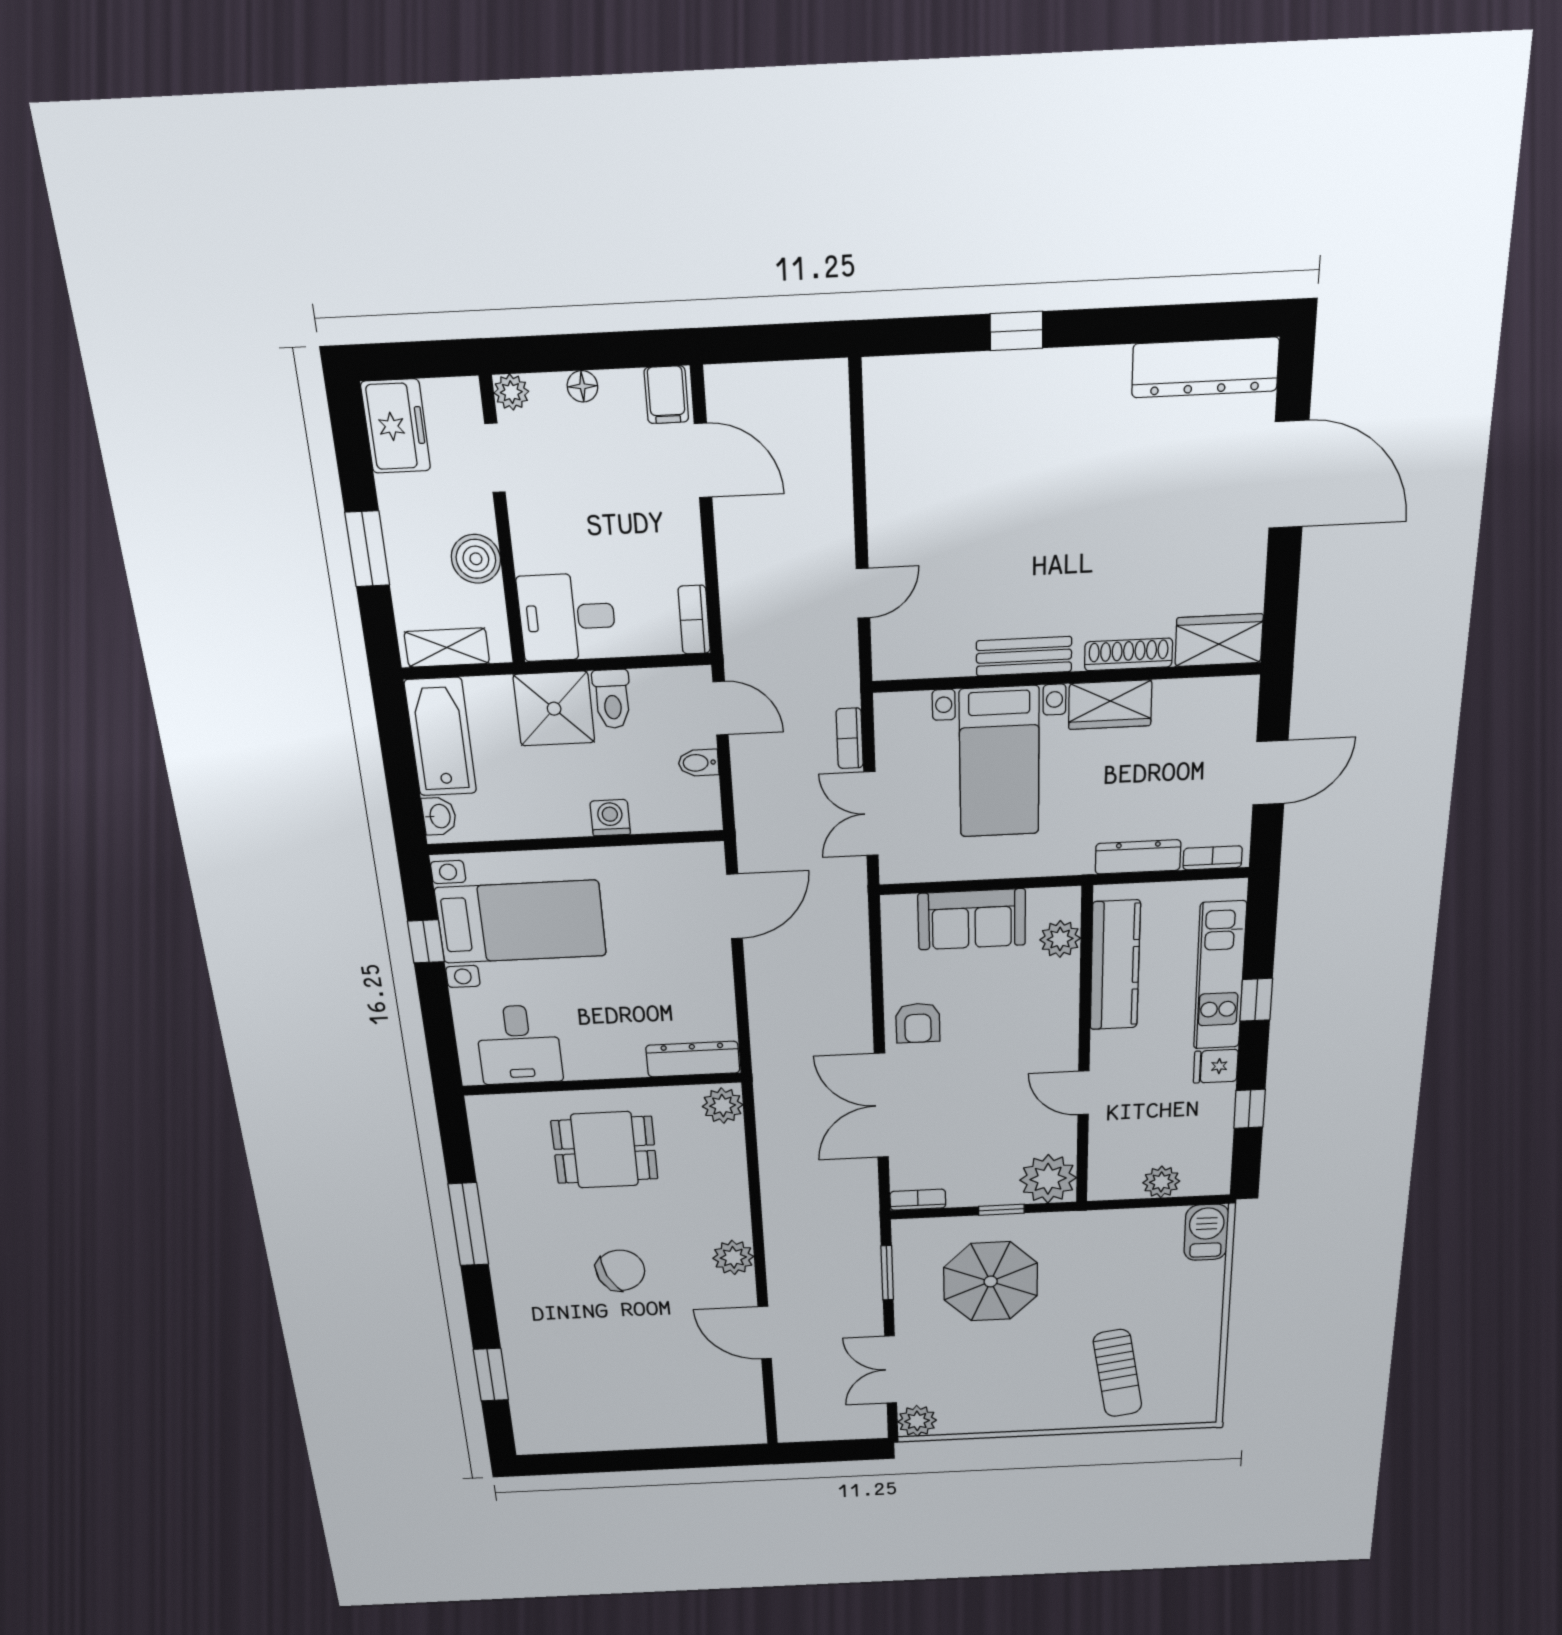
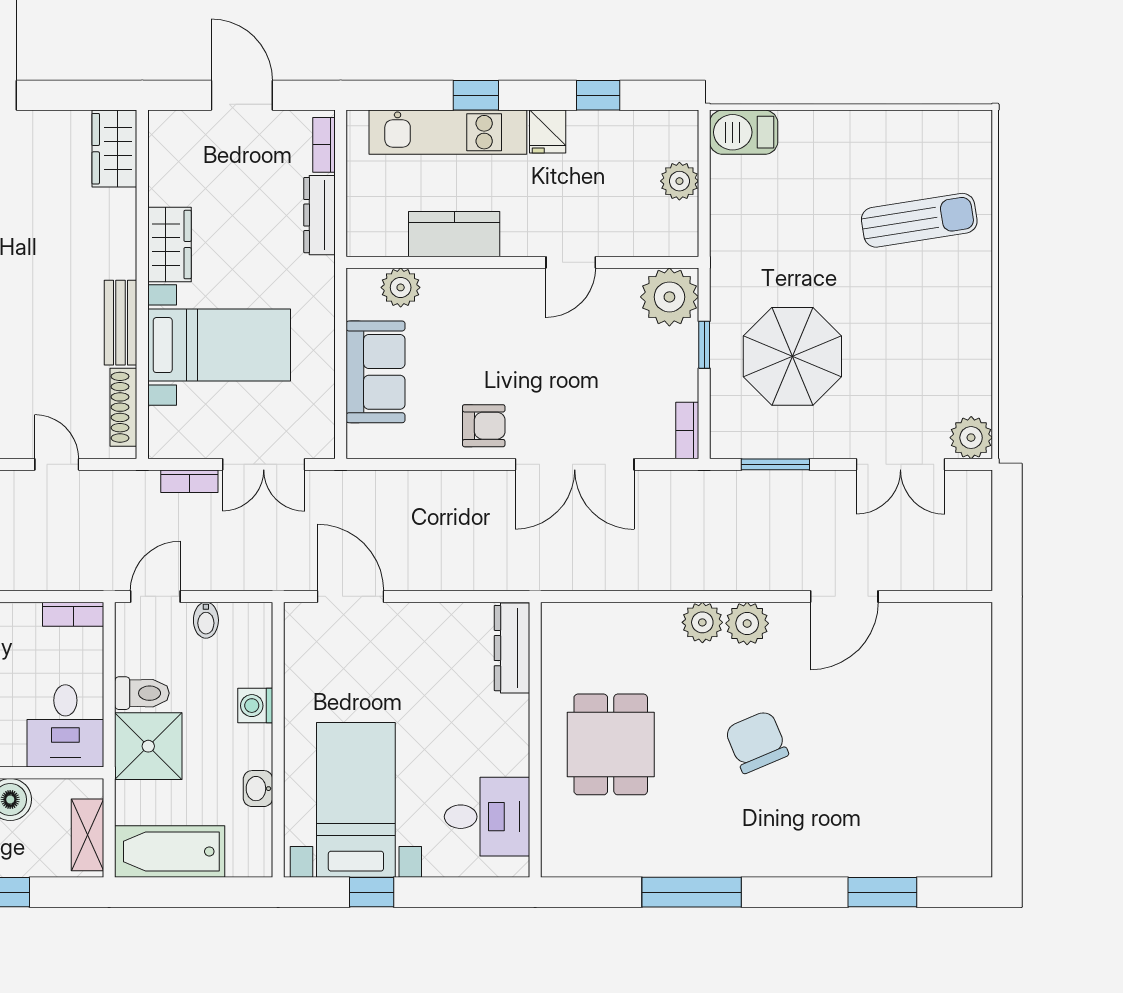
shoe rack: (1128, 654) -> (123, 407), moved
washbasin: (439, 816) -> (258, 789), moved, turned -90
kitchen counter: (1115, 965) -> (454, 234), width x0.67
plant: (723, 1106) -> (702, 622), moved

